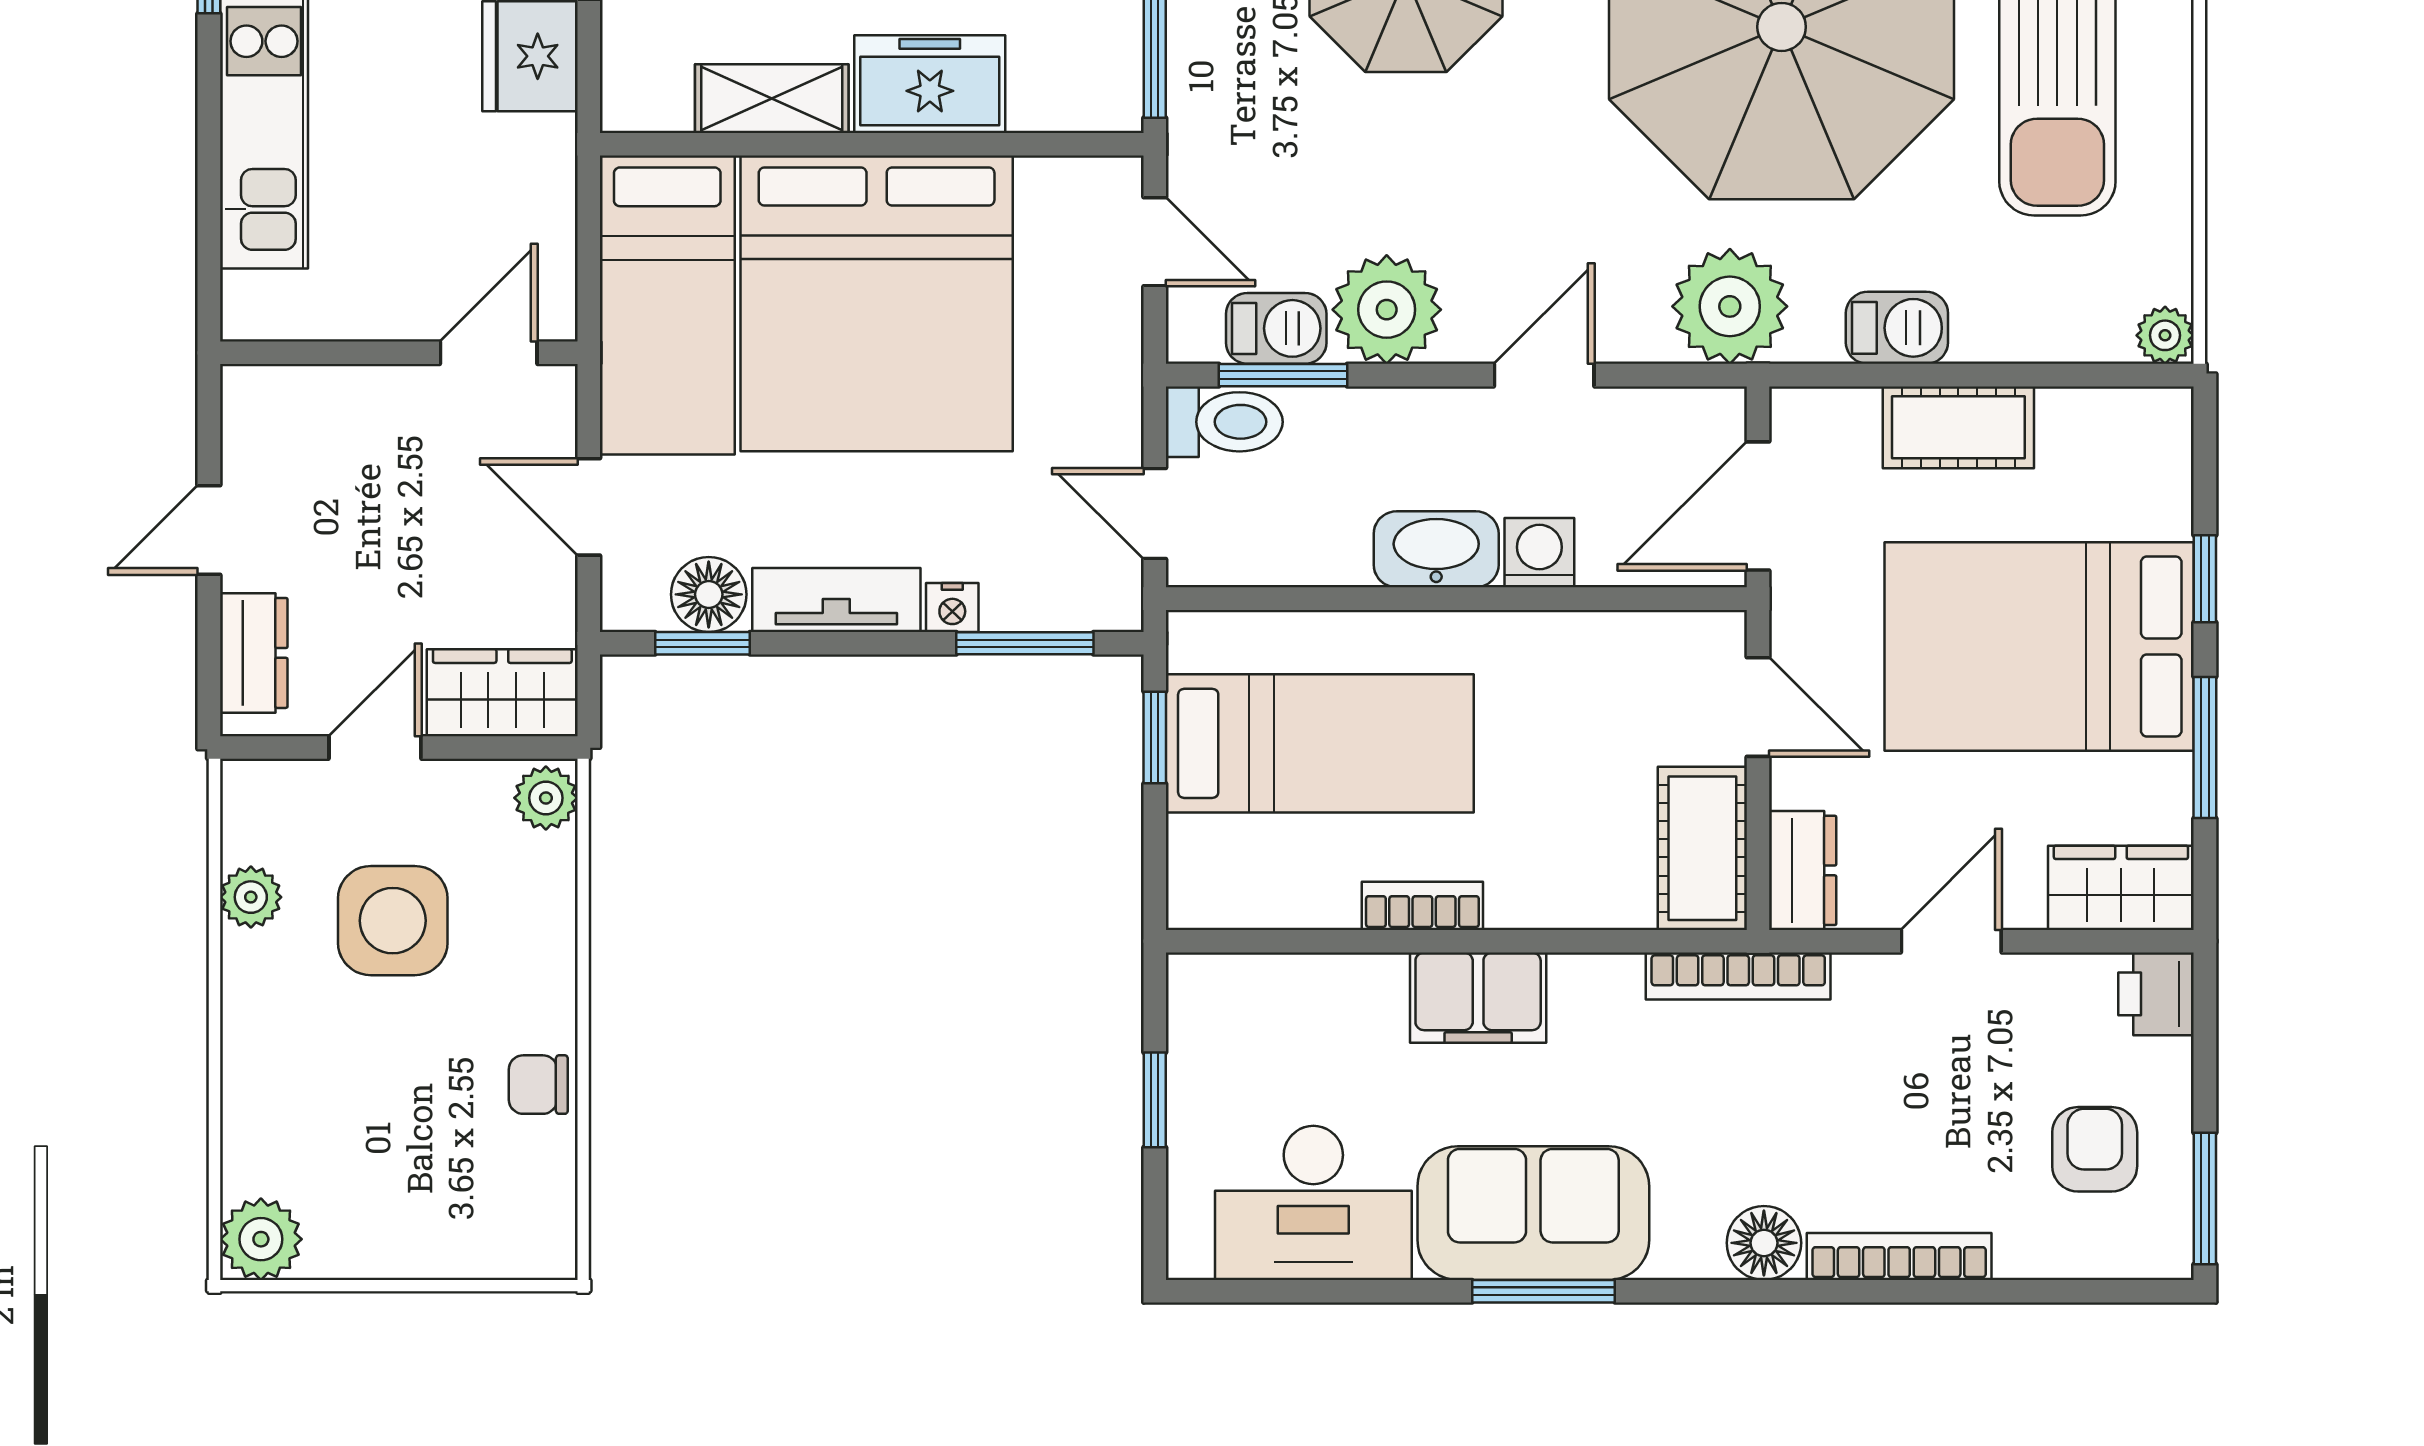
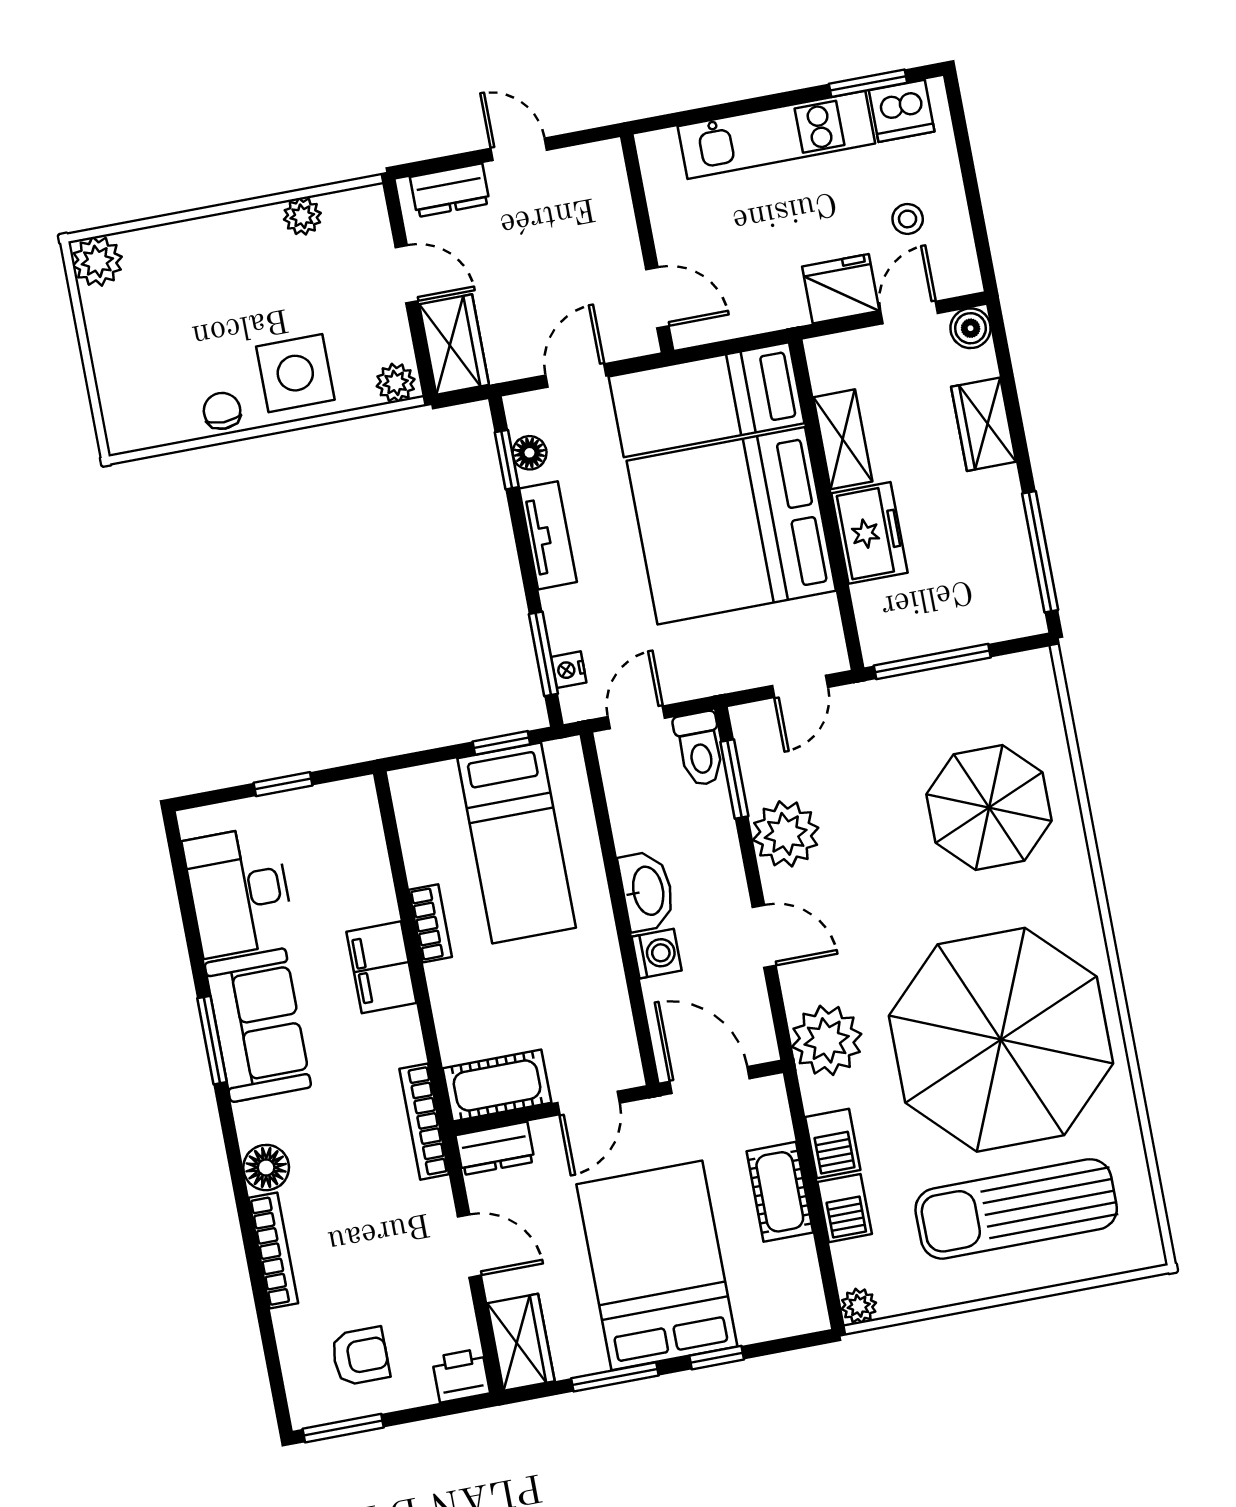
barbecue: (1276, 328) -> (845, 1208), moved
floor lamp: (709, 594) -> (529, 453), width x0.73, depth x0.73
nightstand: (952, 607) -> (569, 670), moved
side table: (393, 921) -> (295, 373), moved

